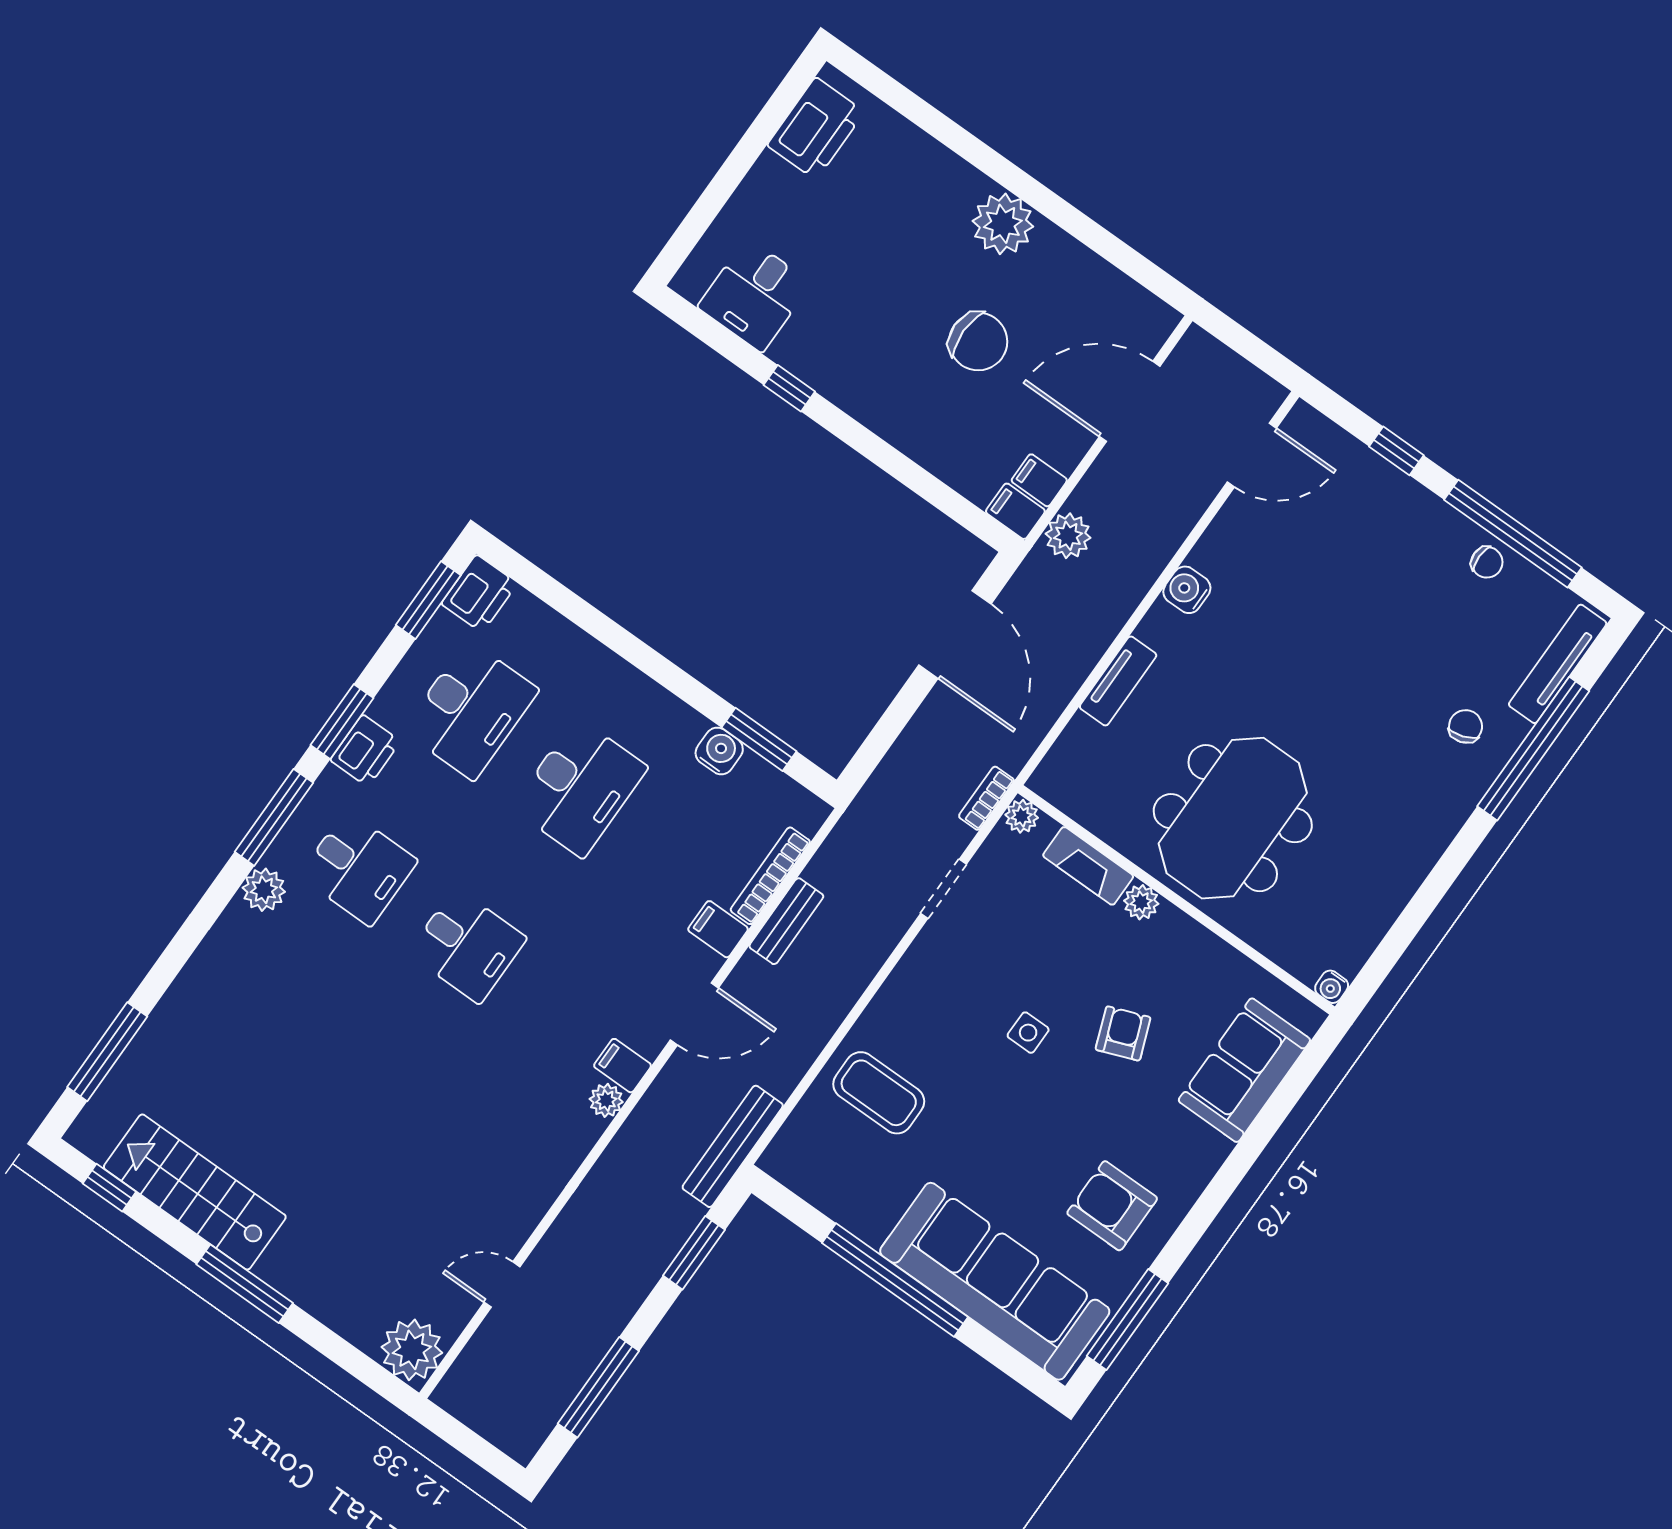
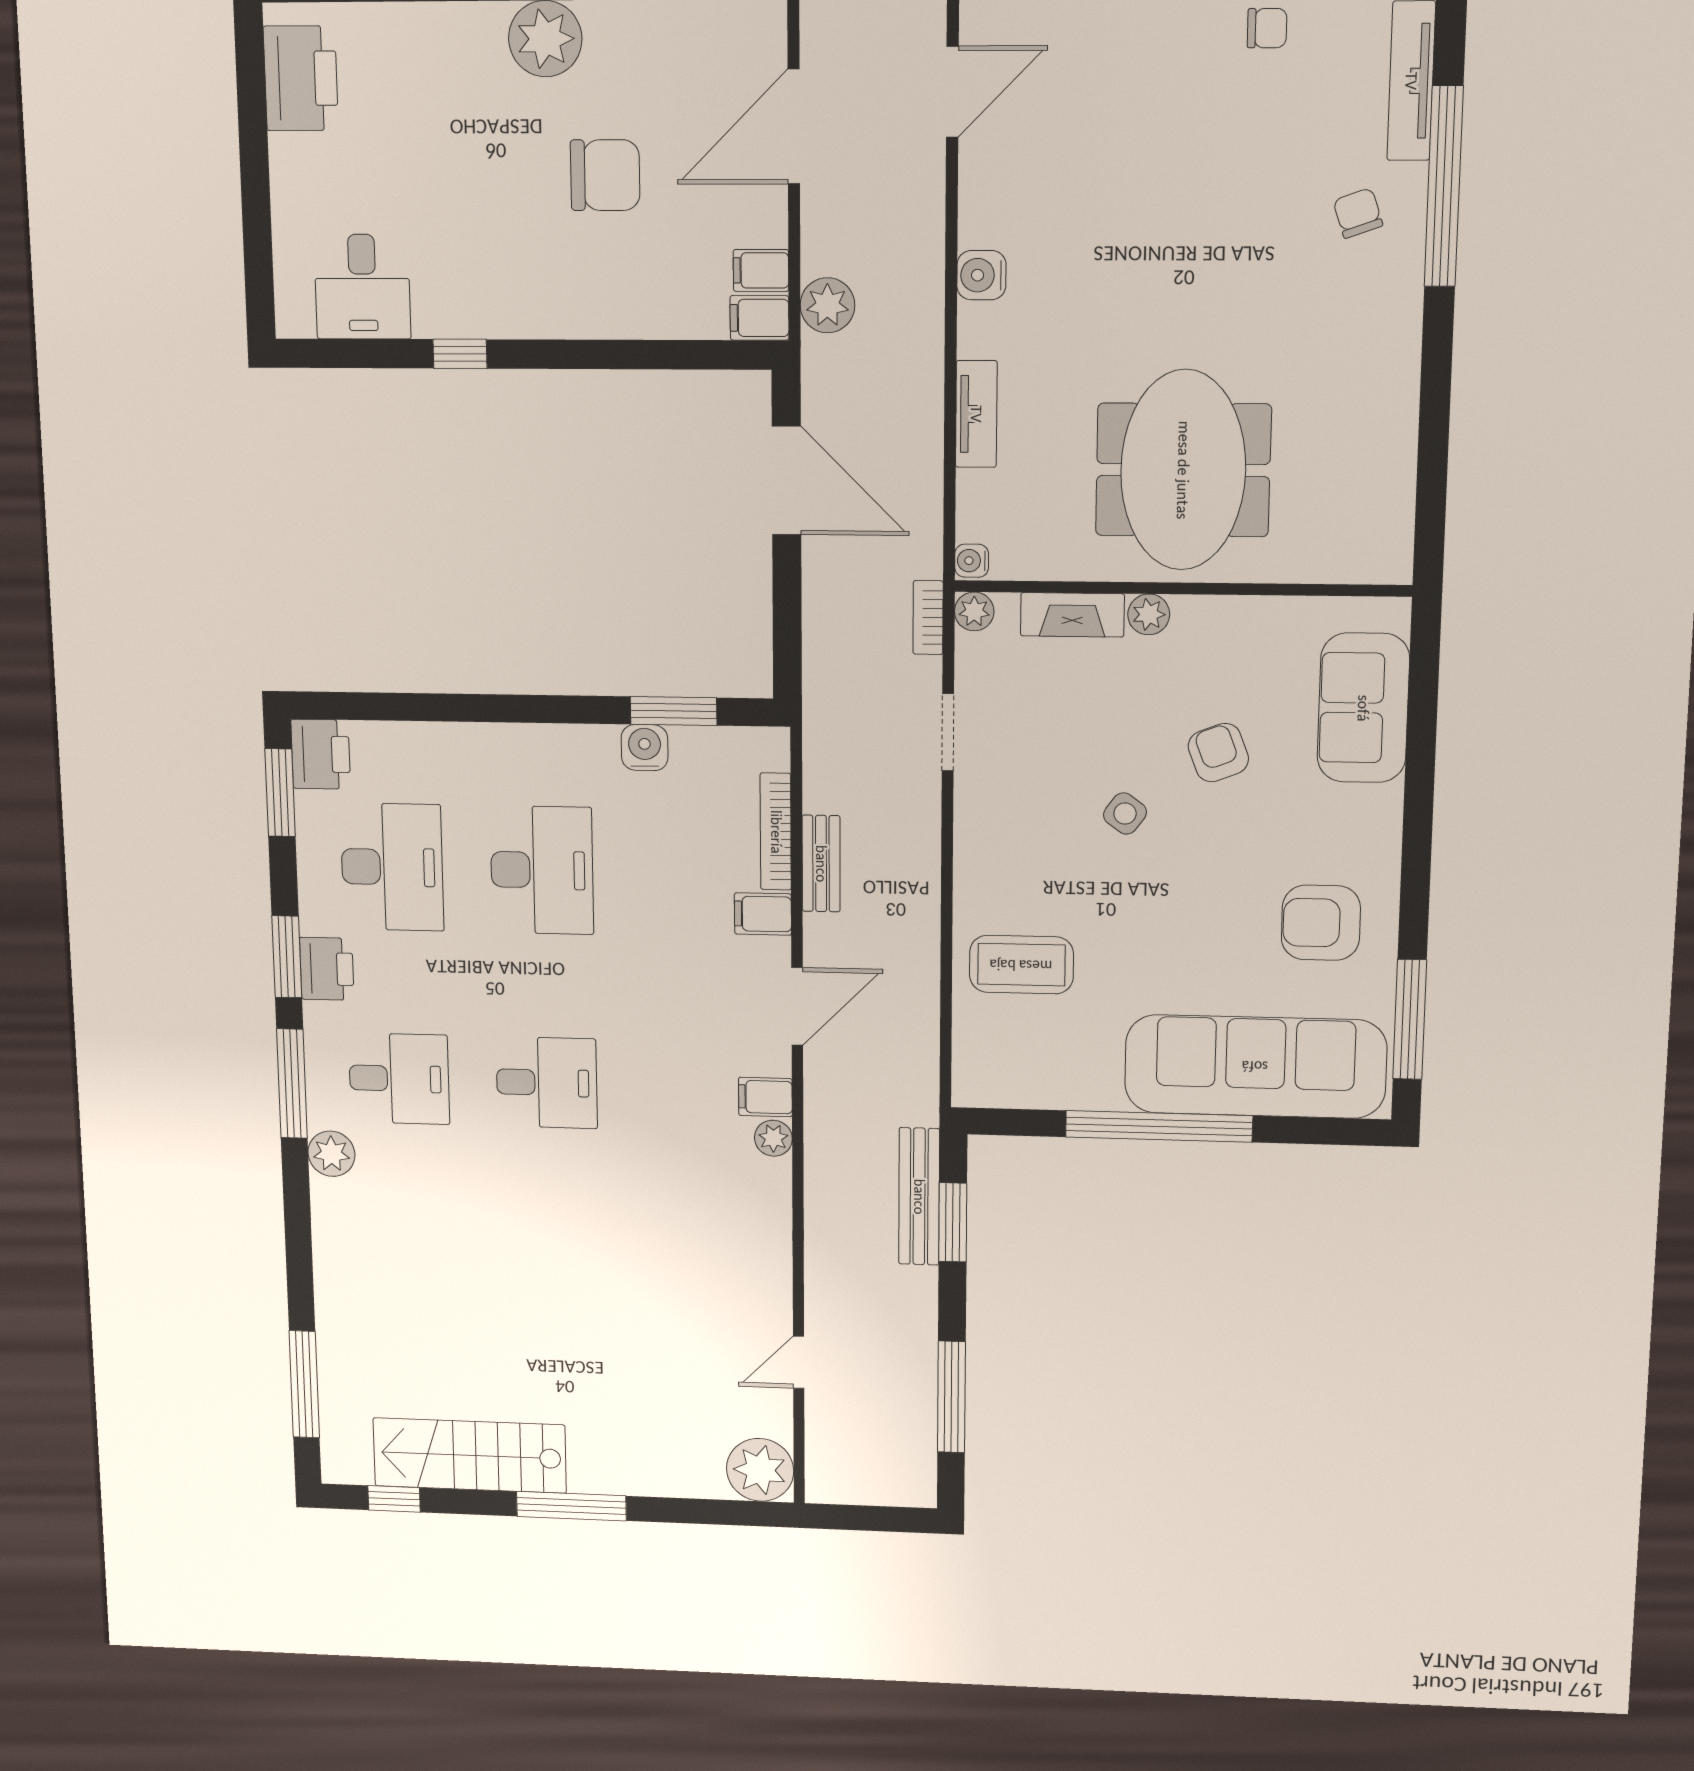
water cooler: (1332, 987) -> (972, 561), moved, turned 90
side table: (1028, 1033) -> (1125, 813), turned 36
bench: (733, 1146) -> (919, 1197), moved

